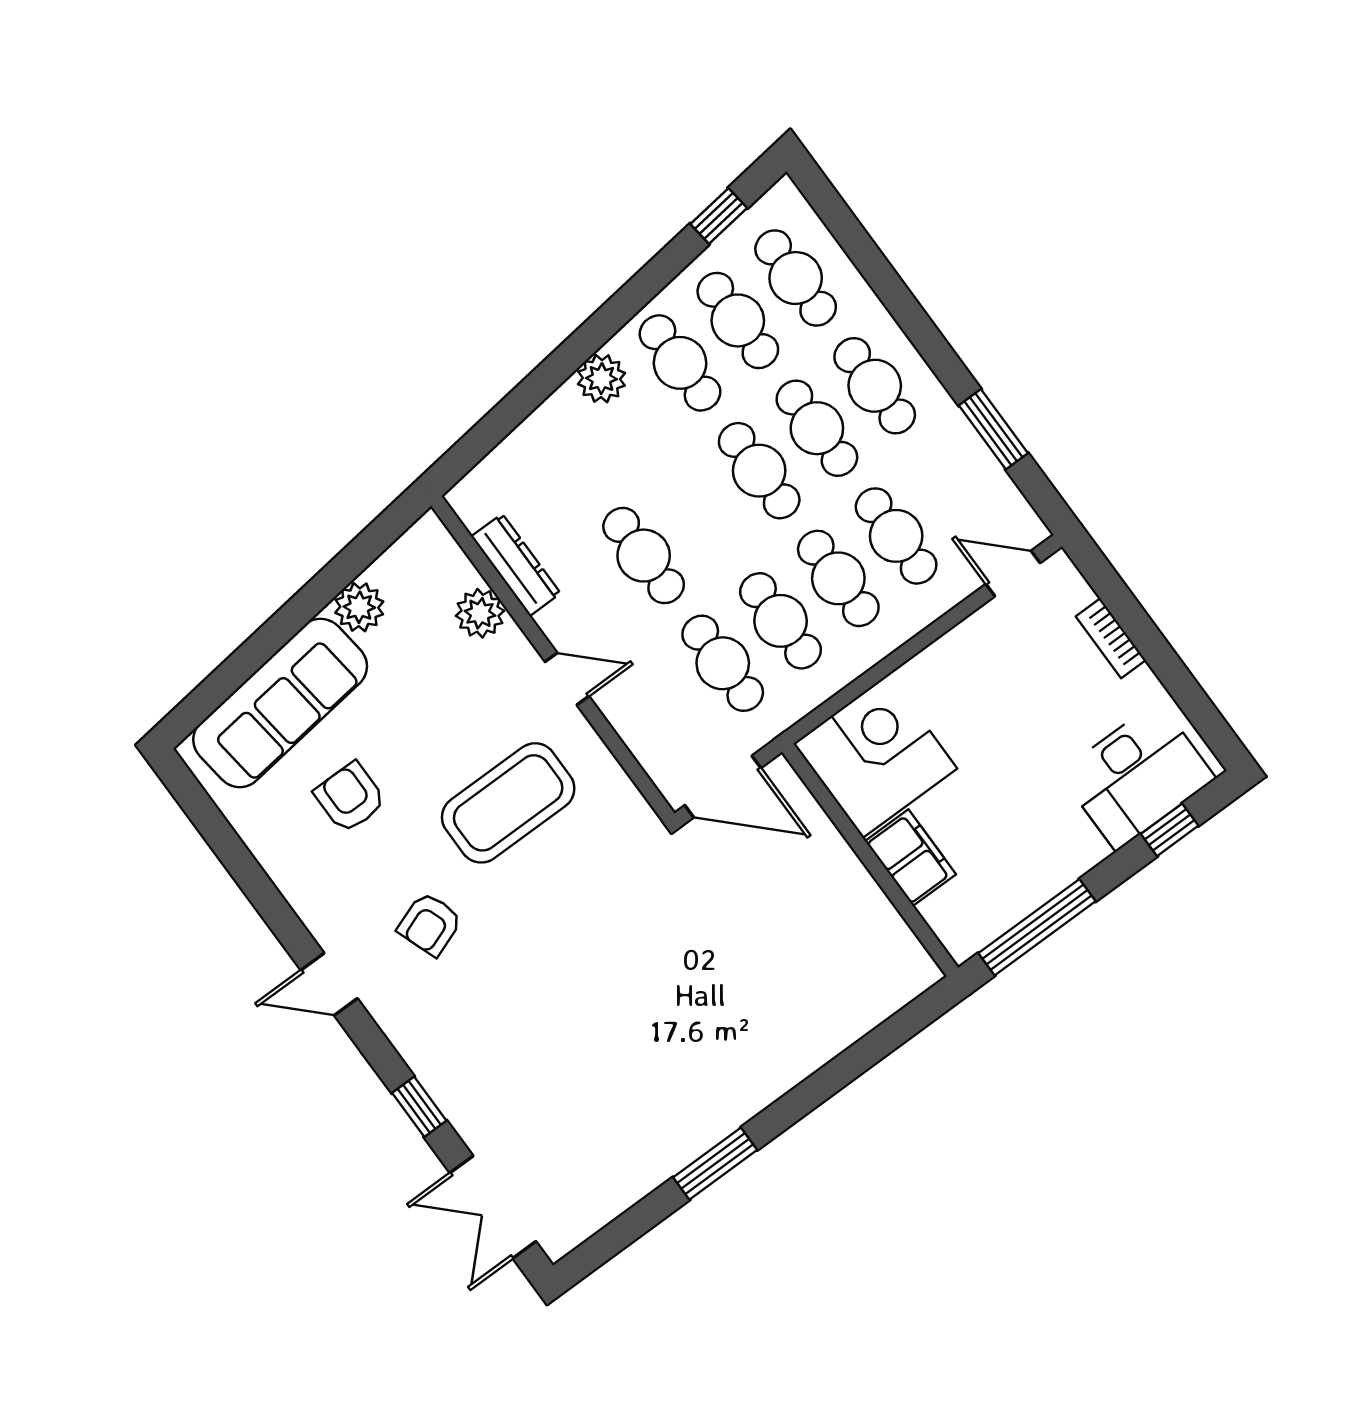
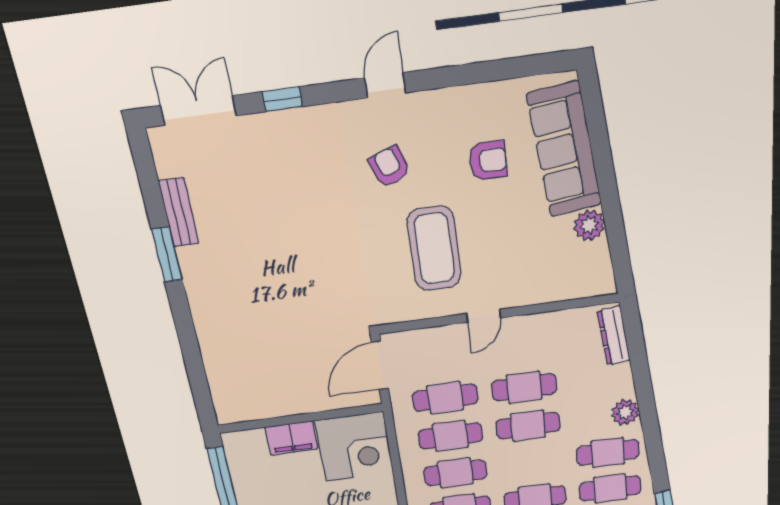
cafe table: (759, 471) -> (528, 426), moved
dresser: (516, 565) -> (614, 336), moved, turned 83
plant: (480, 613) -> (546, 289), removed
bench: (645, 1174) -> (179, 212), added

